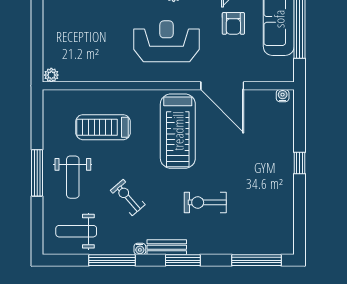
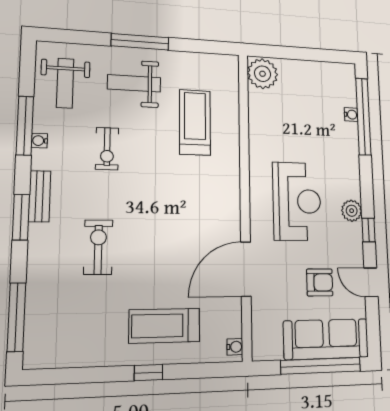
armchair: (233, 23) -> (320, 282), turned 180
plant: (51, 75) -> (263, 74), width x1.87, depth x1.87
treadmill: (178, 131) -> (165, 326), moved, width x0.73, depth x0.73
exercise bike: (128, 197) -> (107, 149), turned 131
weight bench: (76, 231) -> (65, 83), turned 180
water cooler: (140, 249) -> (39, 141), moved

